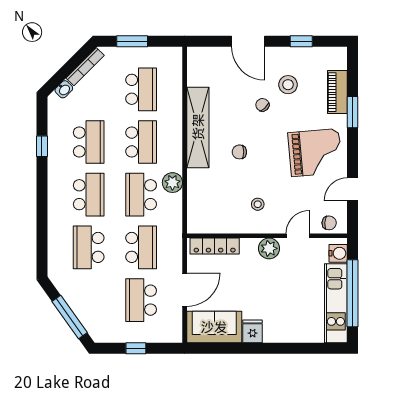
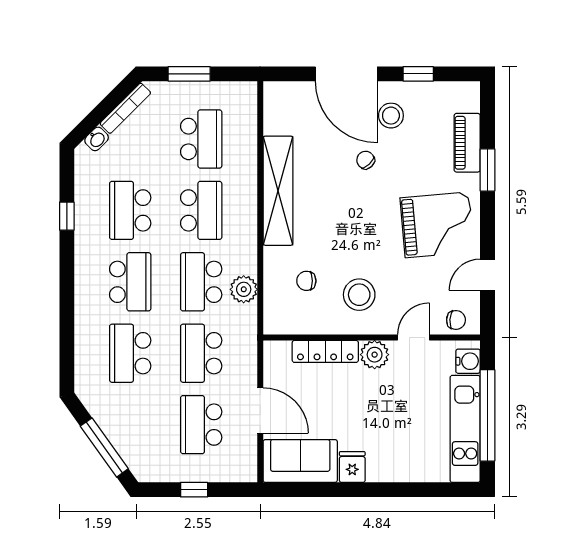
door: (248, 41) -> (346, 74), width x1.36
stool: (288, 85) -> (391, 116), moved
school desk: (89, 142) -> (130, 210), turned 180
chair: (239, 152) -> (306, 281), moved
plant: (172, 183) -> (244, 289), moved
stool: (258, 204) -> (359, 295), width x1.89, depth x1.89
locker: (215, 246) -> (325, 351), moved
school desk: (141, 247) -> (201, 353), turned 180
door: (185, 290) -> (260, 411), hinge flipped

